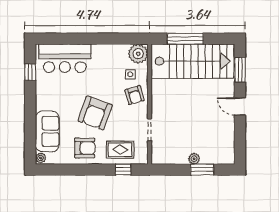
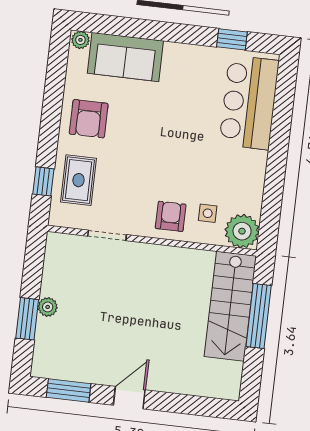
stairs: (192, 61) -> (230, 306), width x0.73, depth x0.66
window: (240, 70) -> (69, 390), moved
armchair: (135, 95) -> (171, 216), turned 106
armchair: (95, 113) -> (148, 144), removed

